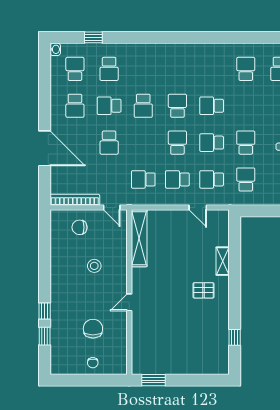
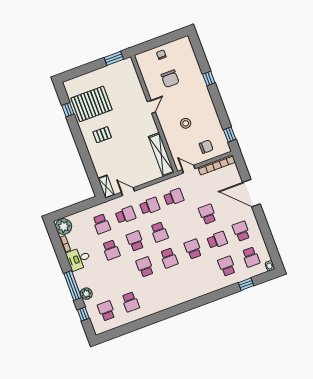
school desk: (212, 106) -> (145, 267), turned -90
school desk: (212, 143) -> (135, 241), turned -90
shelving: (223, 261) -> (106, 187), moved
pallet: (202, 334) -> (92, 104), added
window: (45, 336) -> (230, 134), moved

